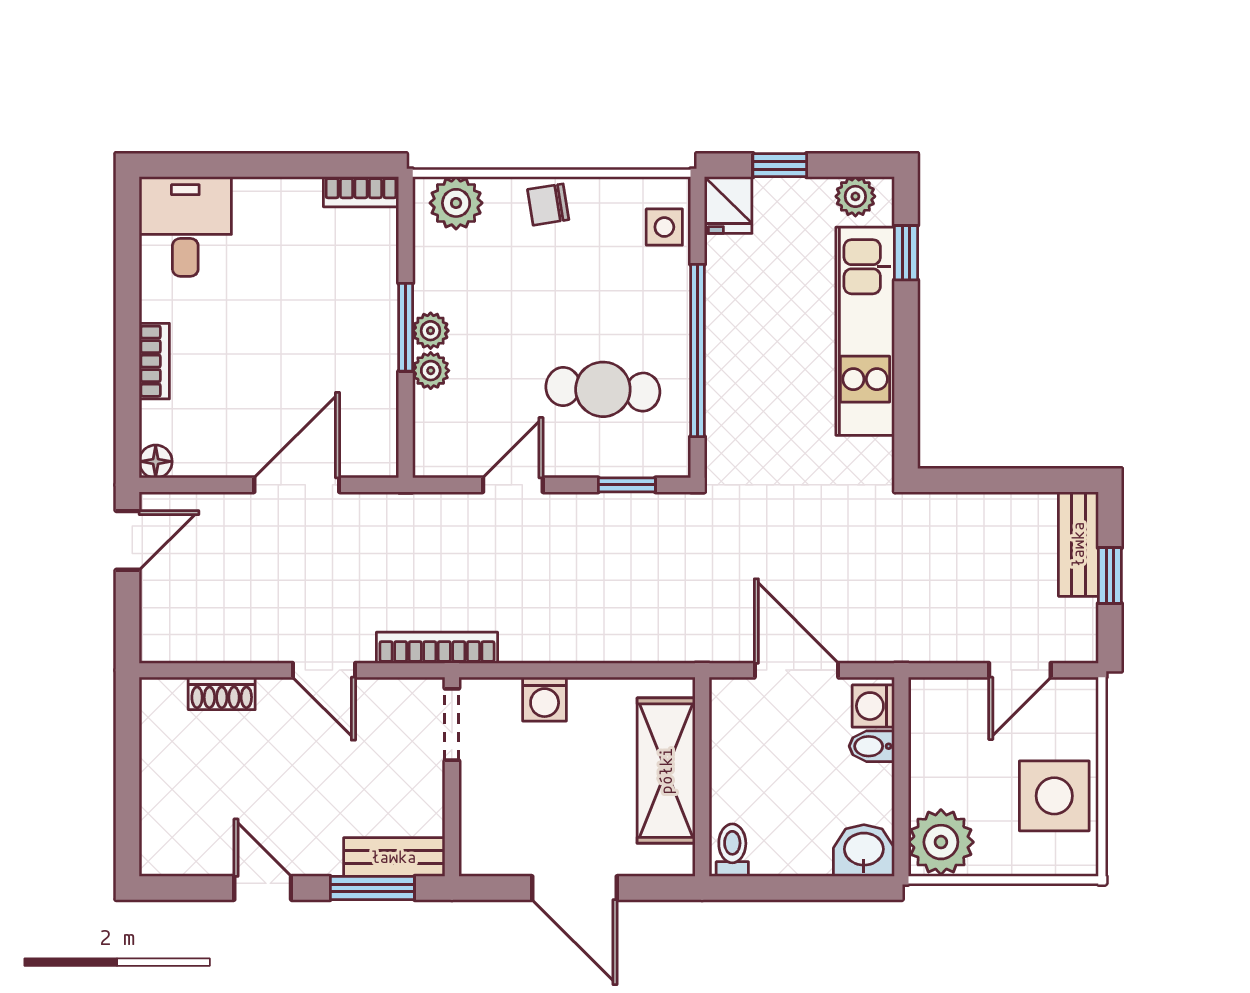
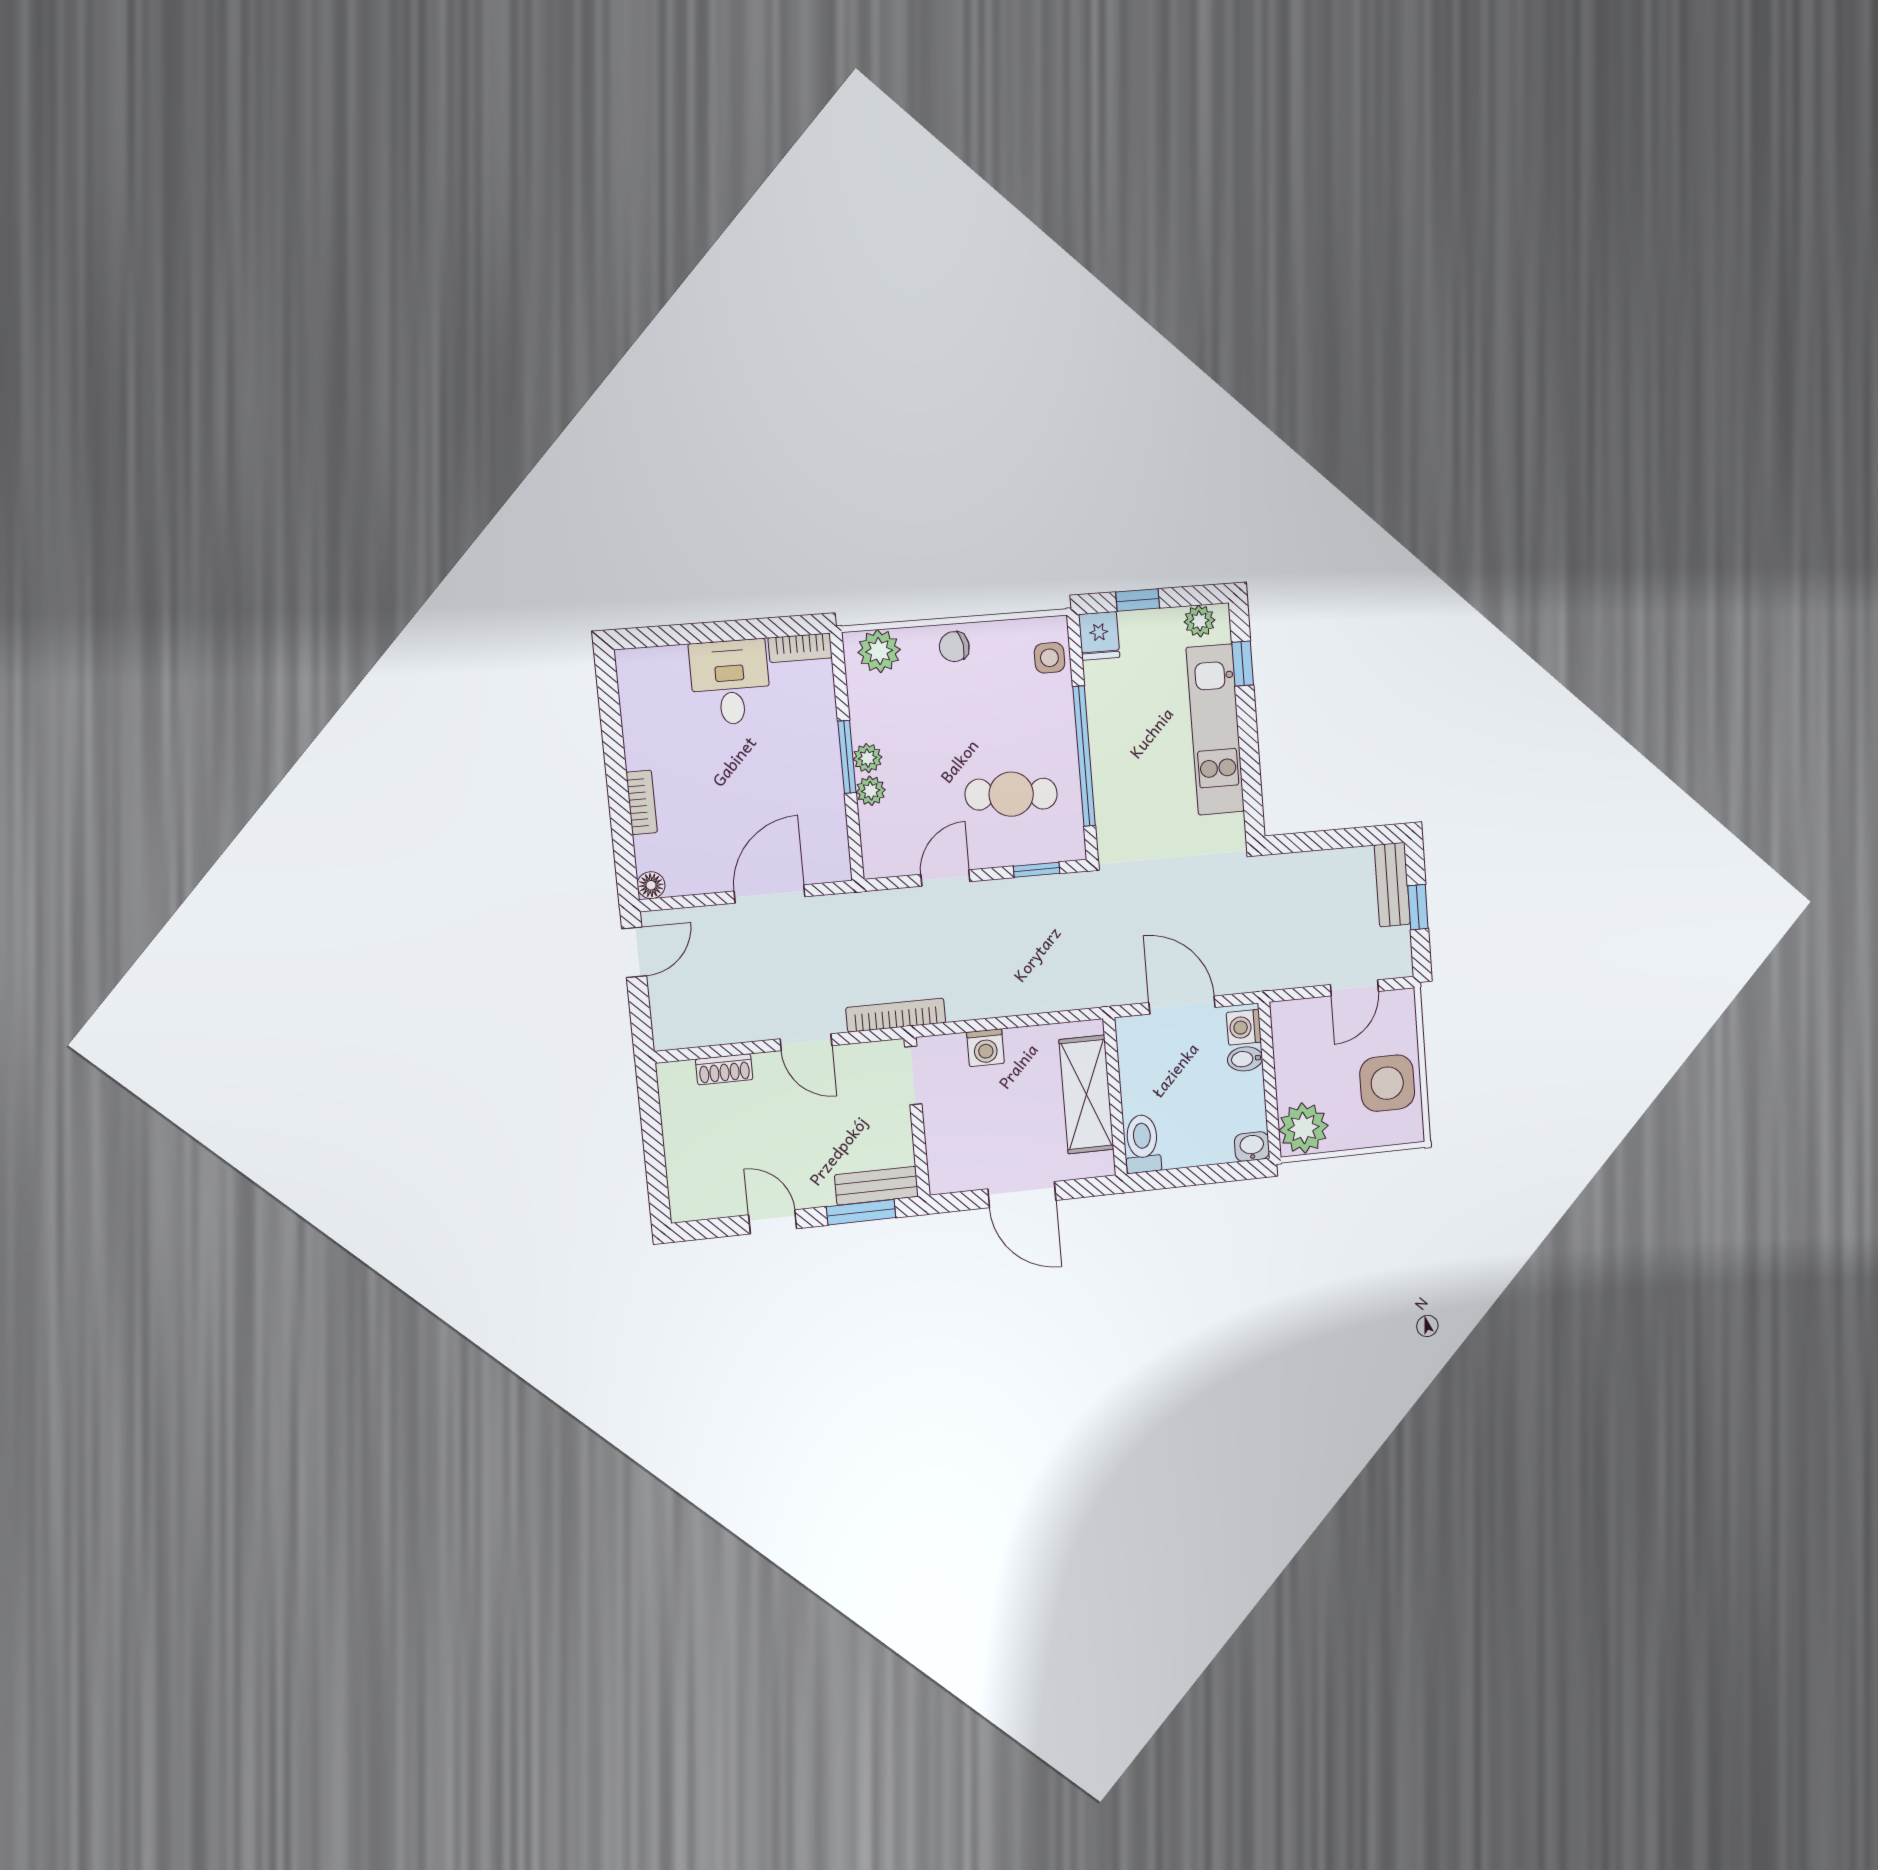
desk: (185, 227) -> (730, 682), moved
toilet: (732, 850) -> (1142, 1144), width x1.37, depth x1.39
washbasin: (864, 851) -> (1252, 1147), width x0.72, depth x0.69

